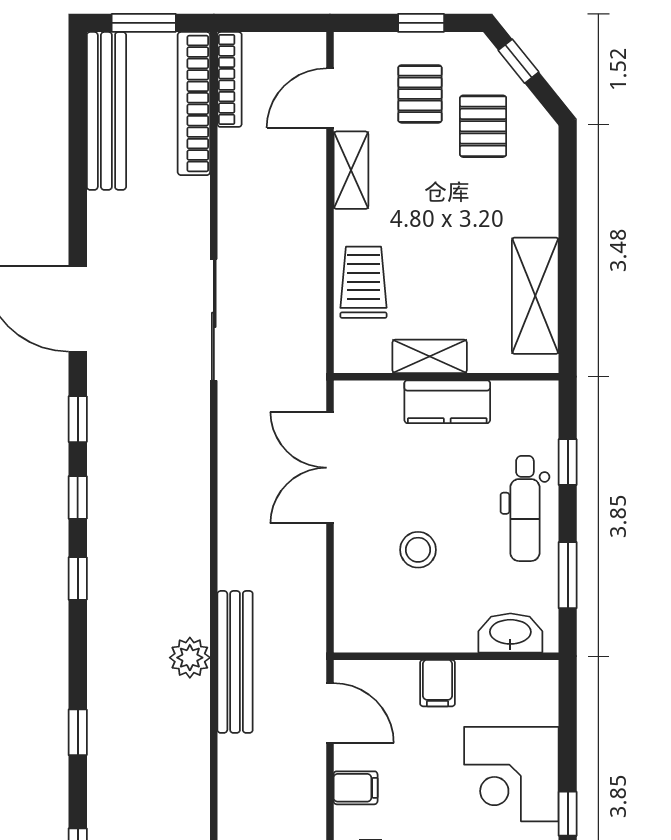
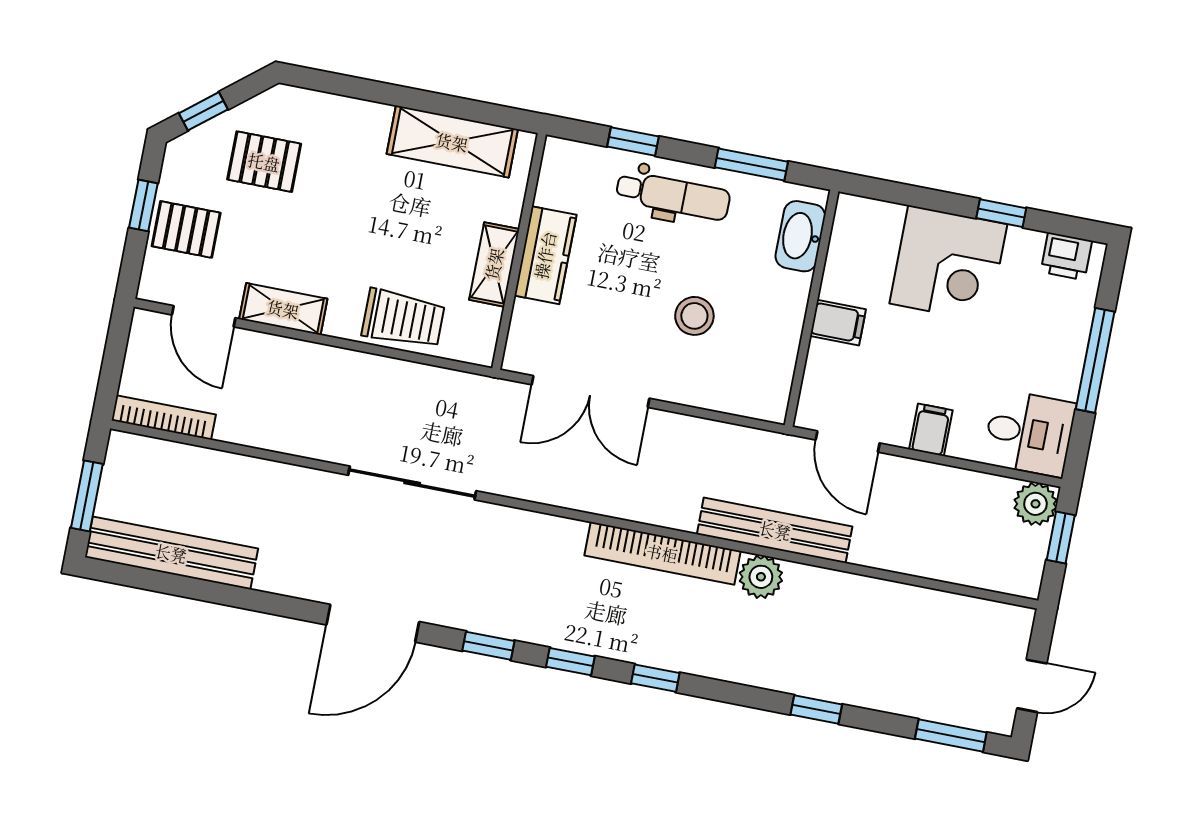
pallet: (420, 94) -> (186, 229), moved
bookcase: (194, 104) -> (662, 553), moved
trolley: (363, 282) -> (403, 319), turned 180
door: (330, 713) -> (848, 441), swing flipped

